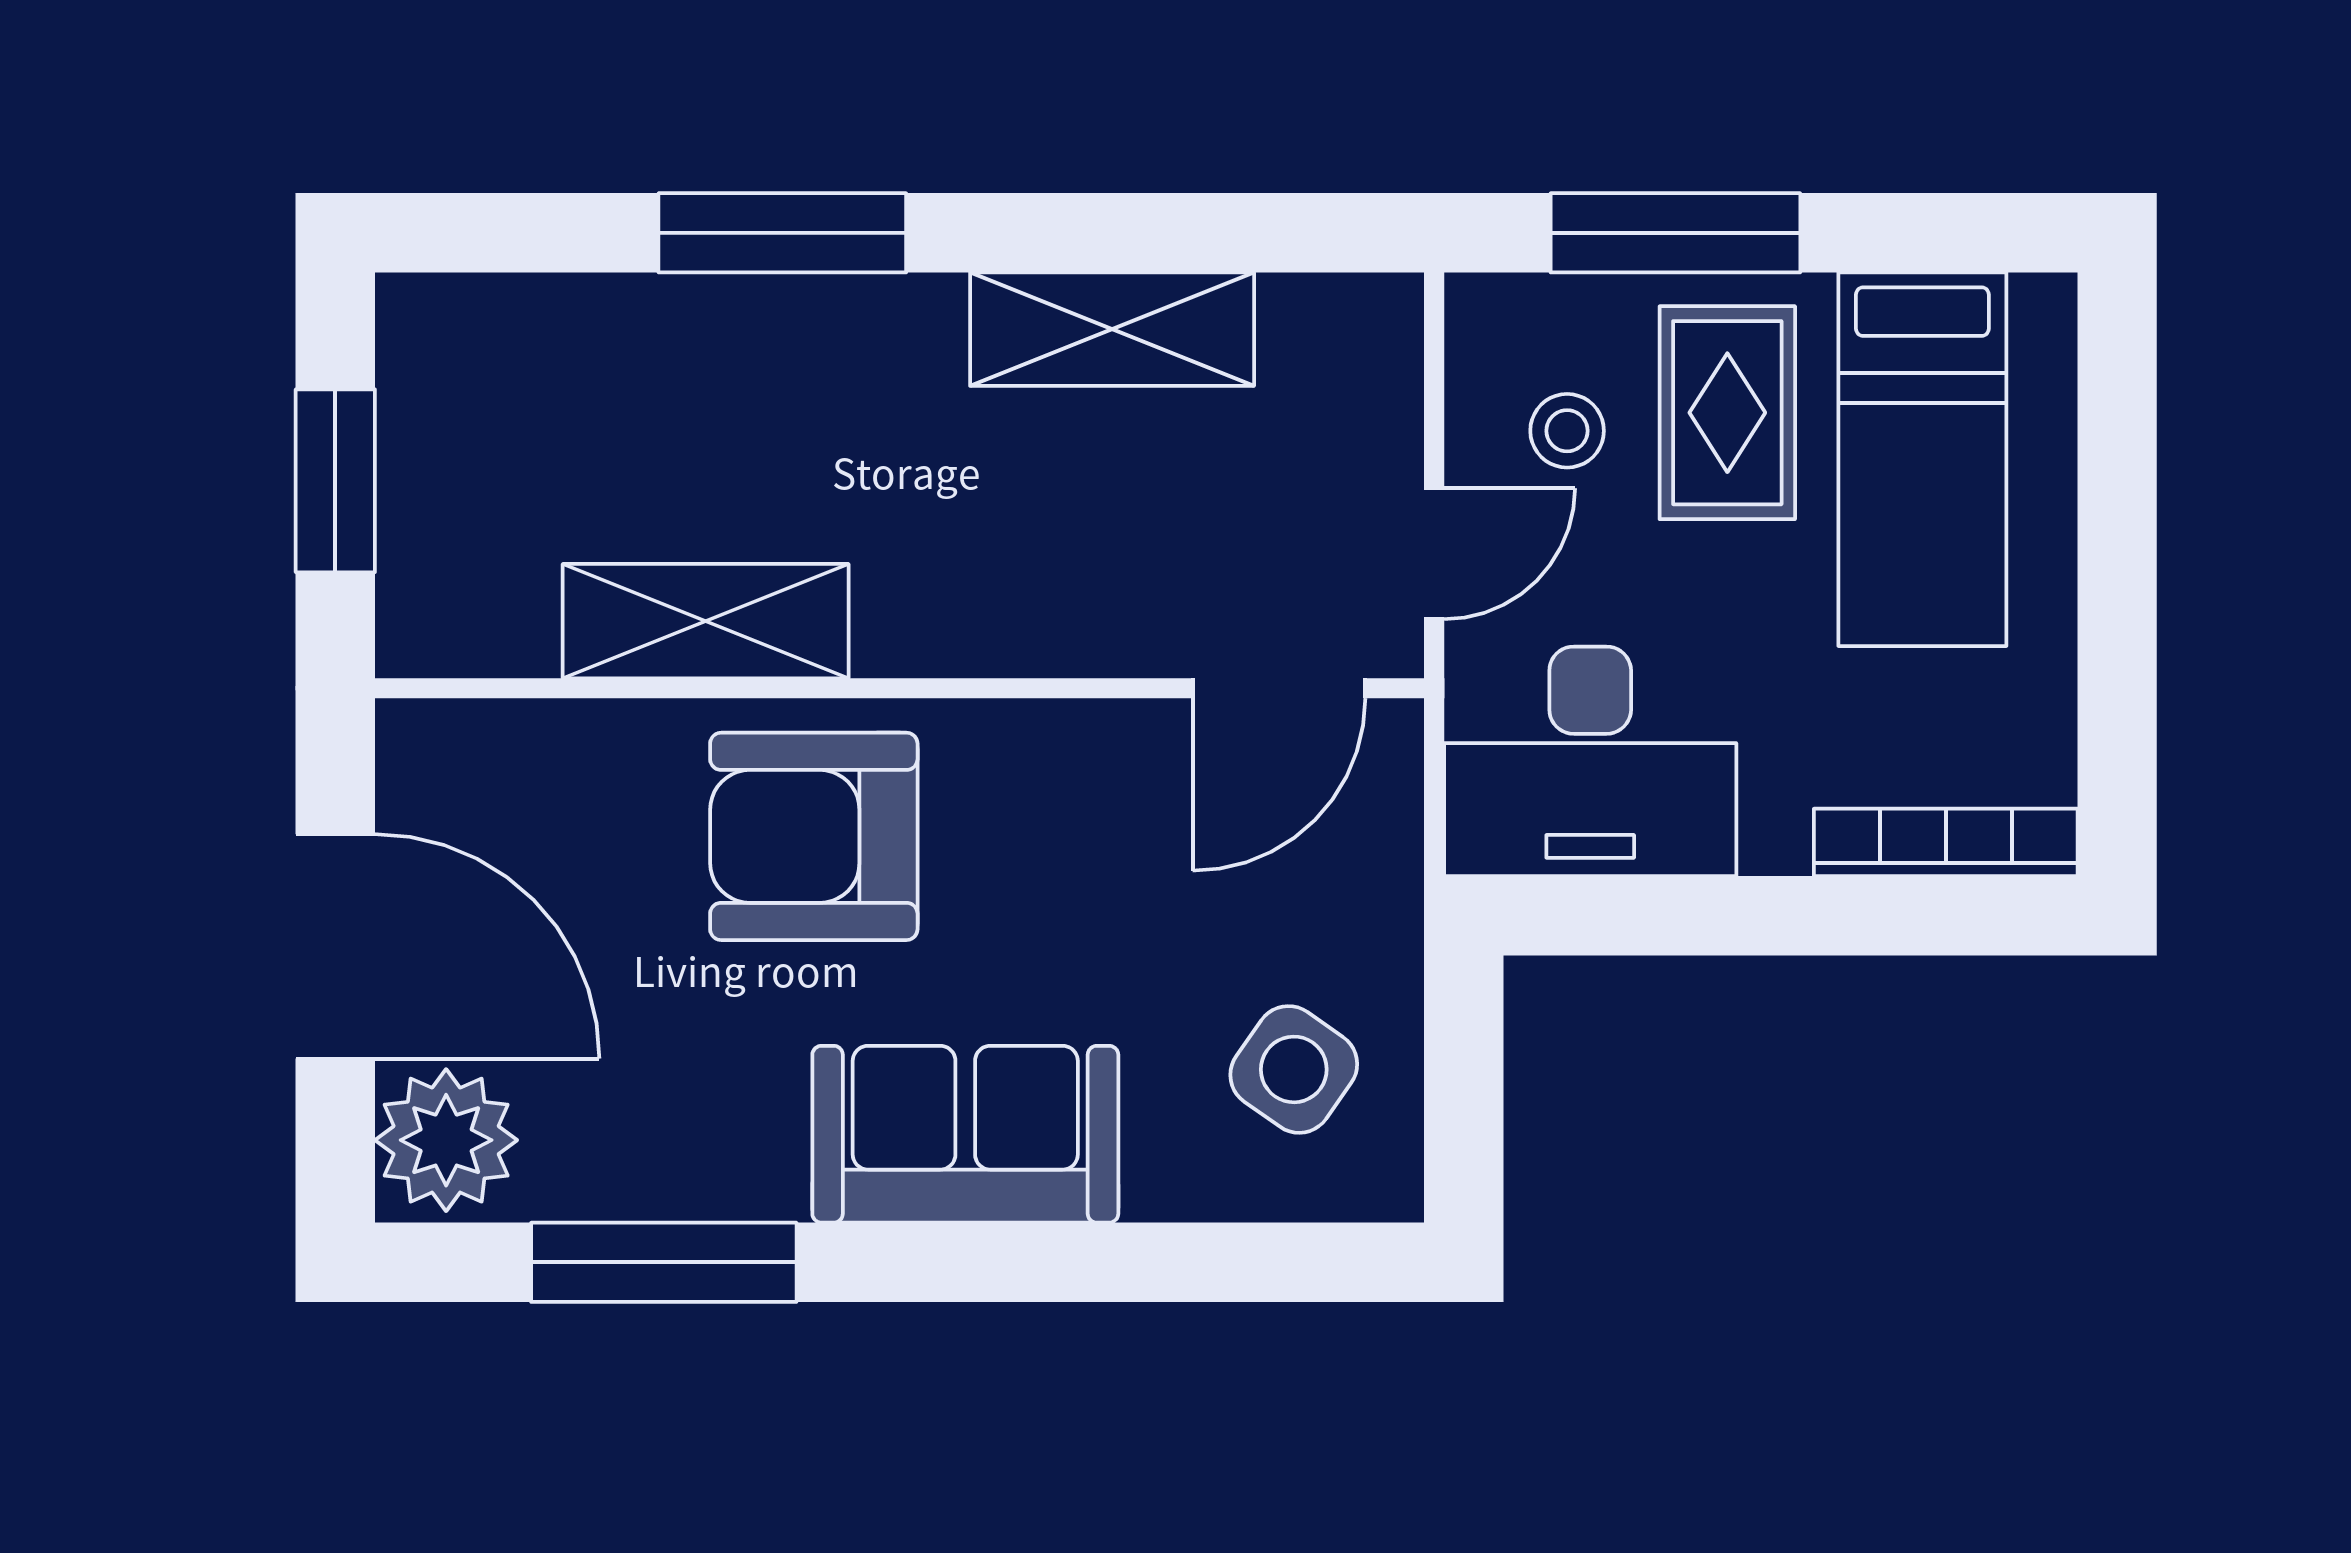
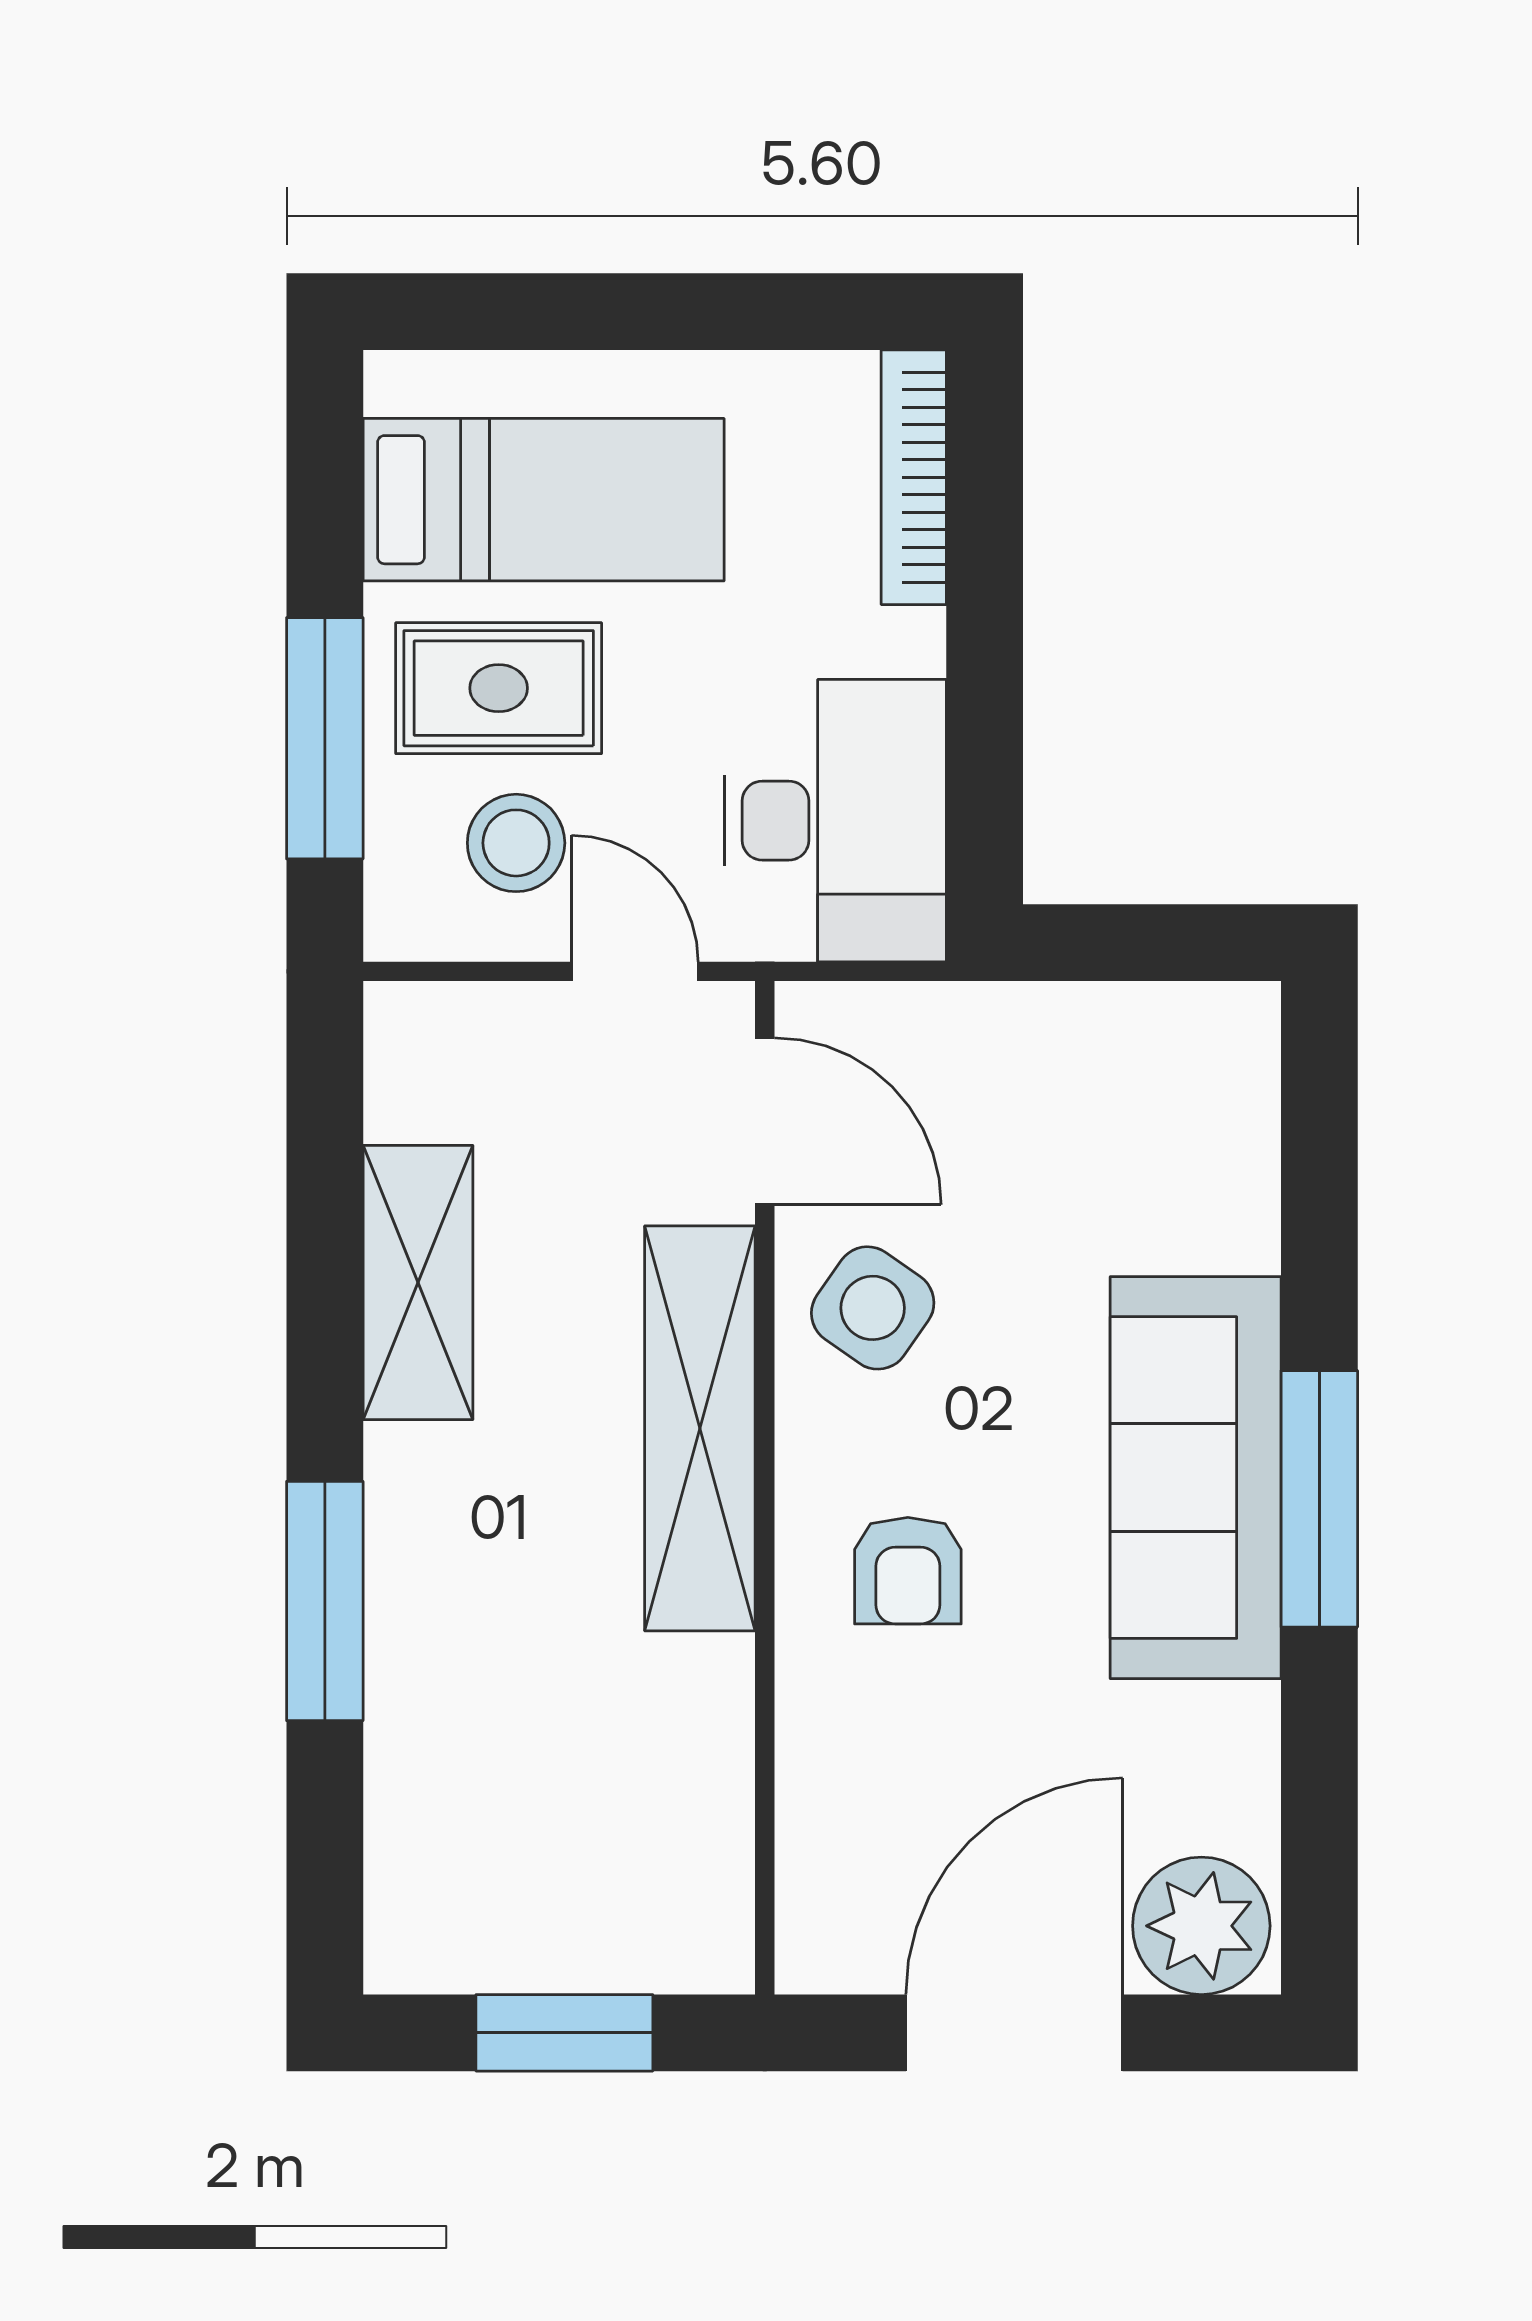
stool: (1567, 431) -> (516, 843), width x1.37, depth x1.37
shelving: (706, 621) -> (700, 1428), moved, width x1.47
armchair: (814, 836) -> (908, 1571), width x0.53, depth x0.53
side table: (1294, 1069) -> (873, 1308), moved
sofa: (965, 1134) -> (1196, 1478), width x1.36
window: (664, 1262) -> (1319, 1499), moved

